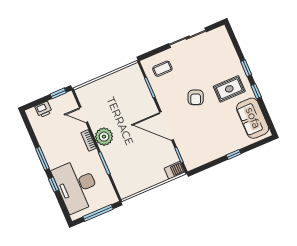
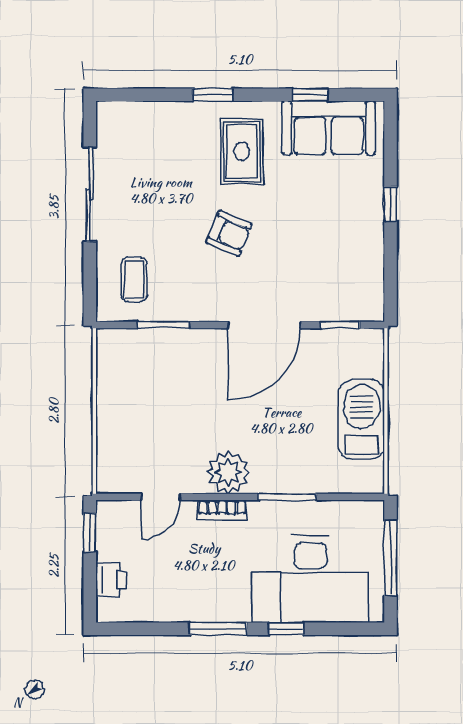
window: (256, 91) -> (310, 95), moved
barbecue: (175, 170) -> (362, 419), moved, width x1.88, depth x1.53

